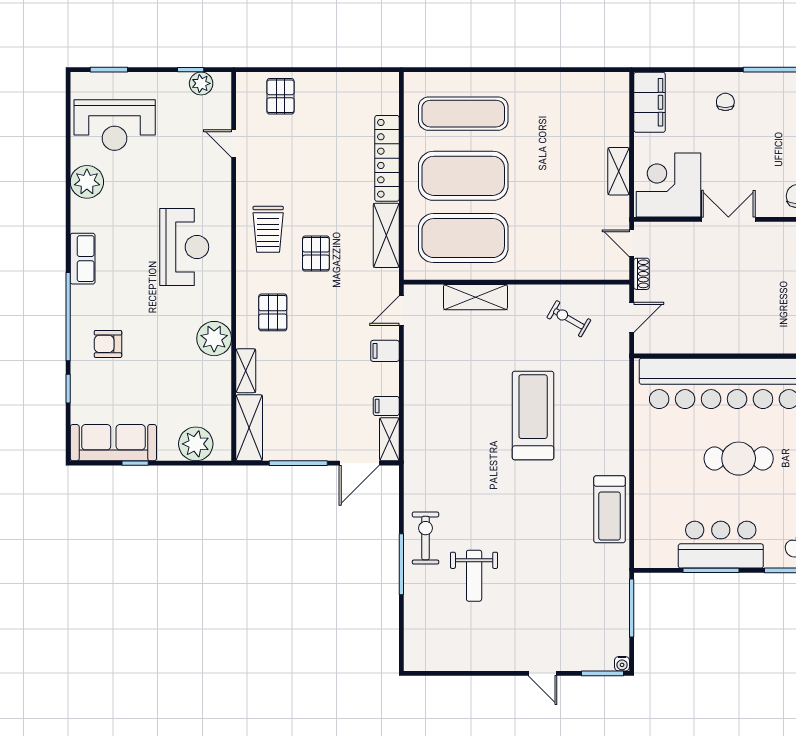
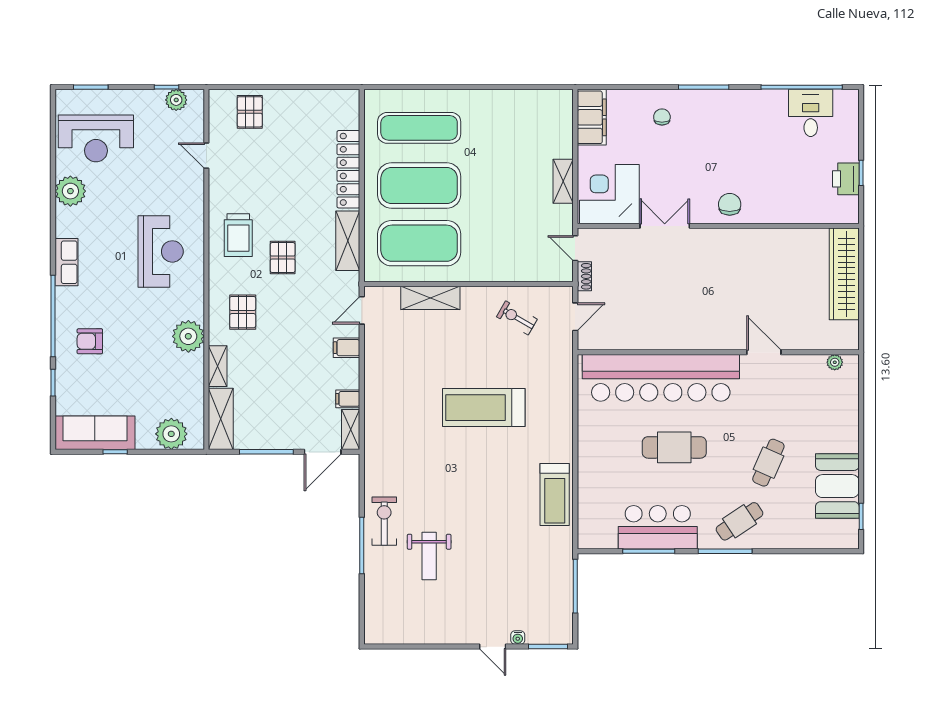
treadmill: (533, 416) -> (484, 408), turned -90
water cooler: (622, 664) -> (518, 638), moved

